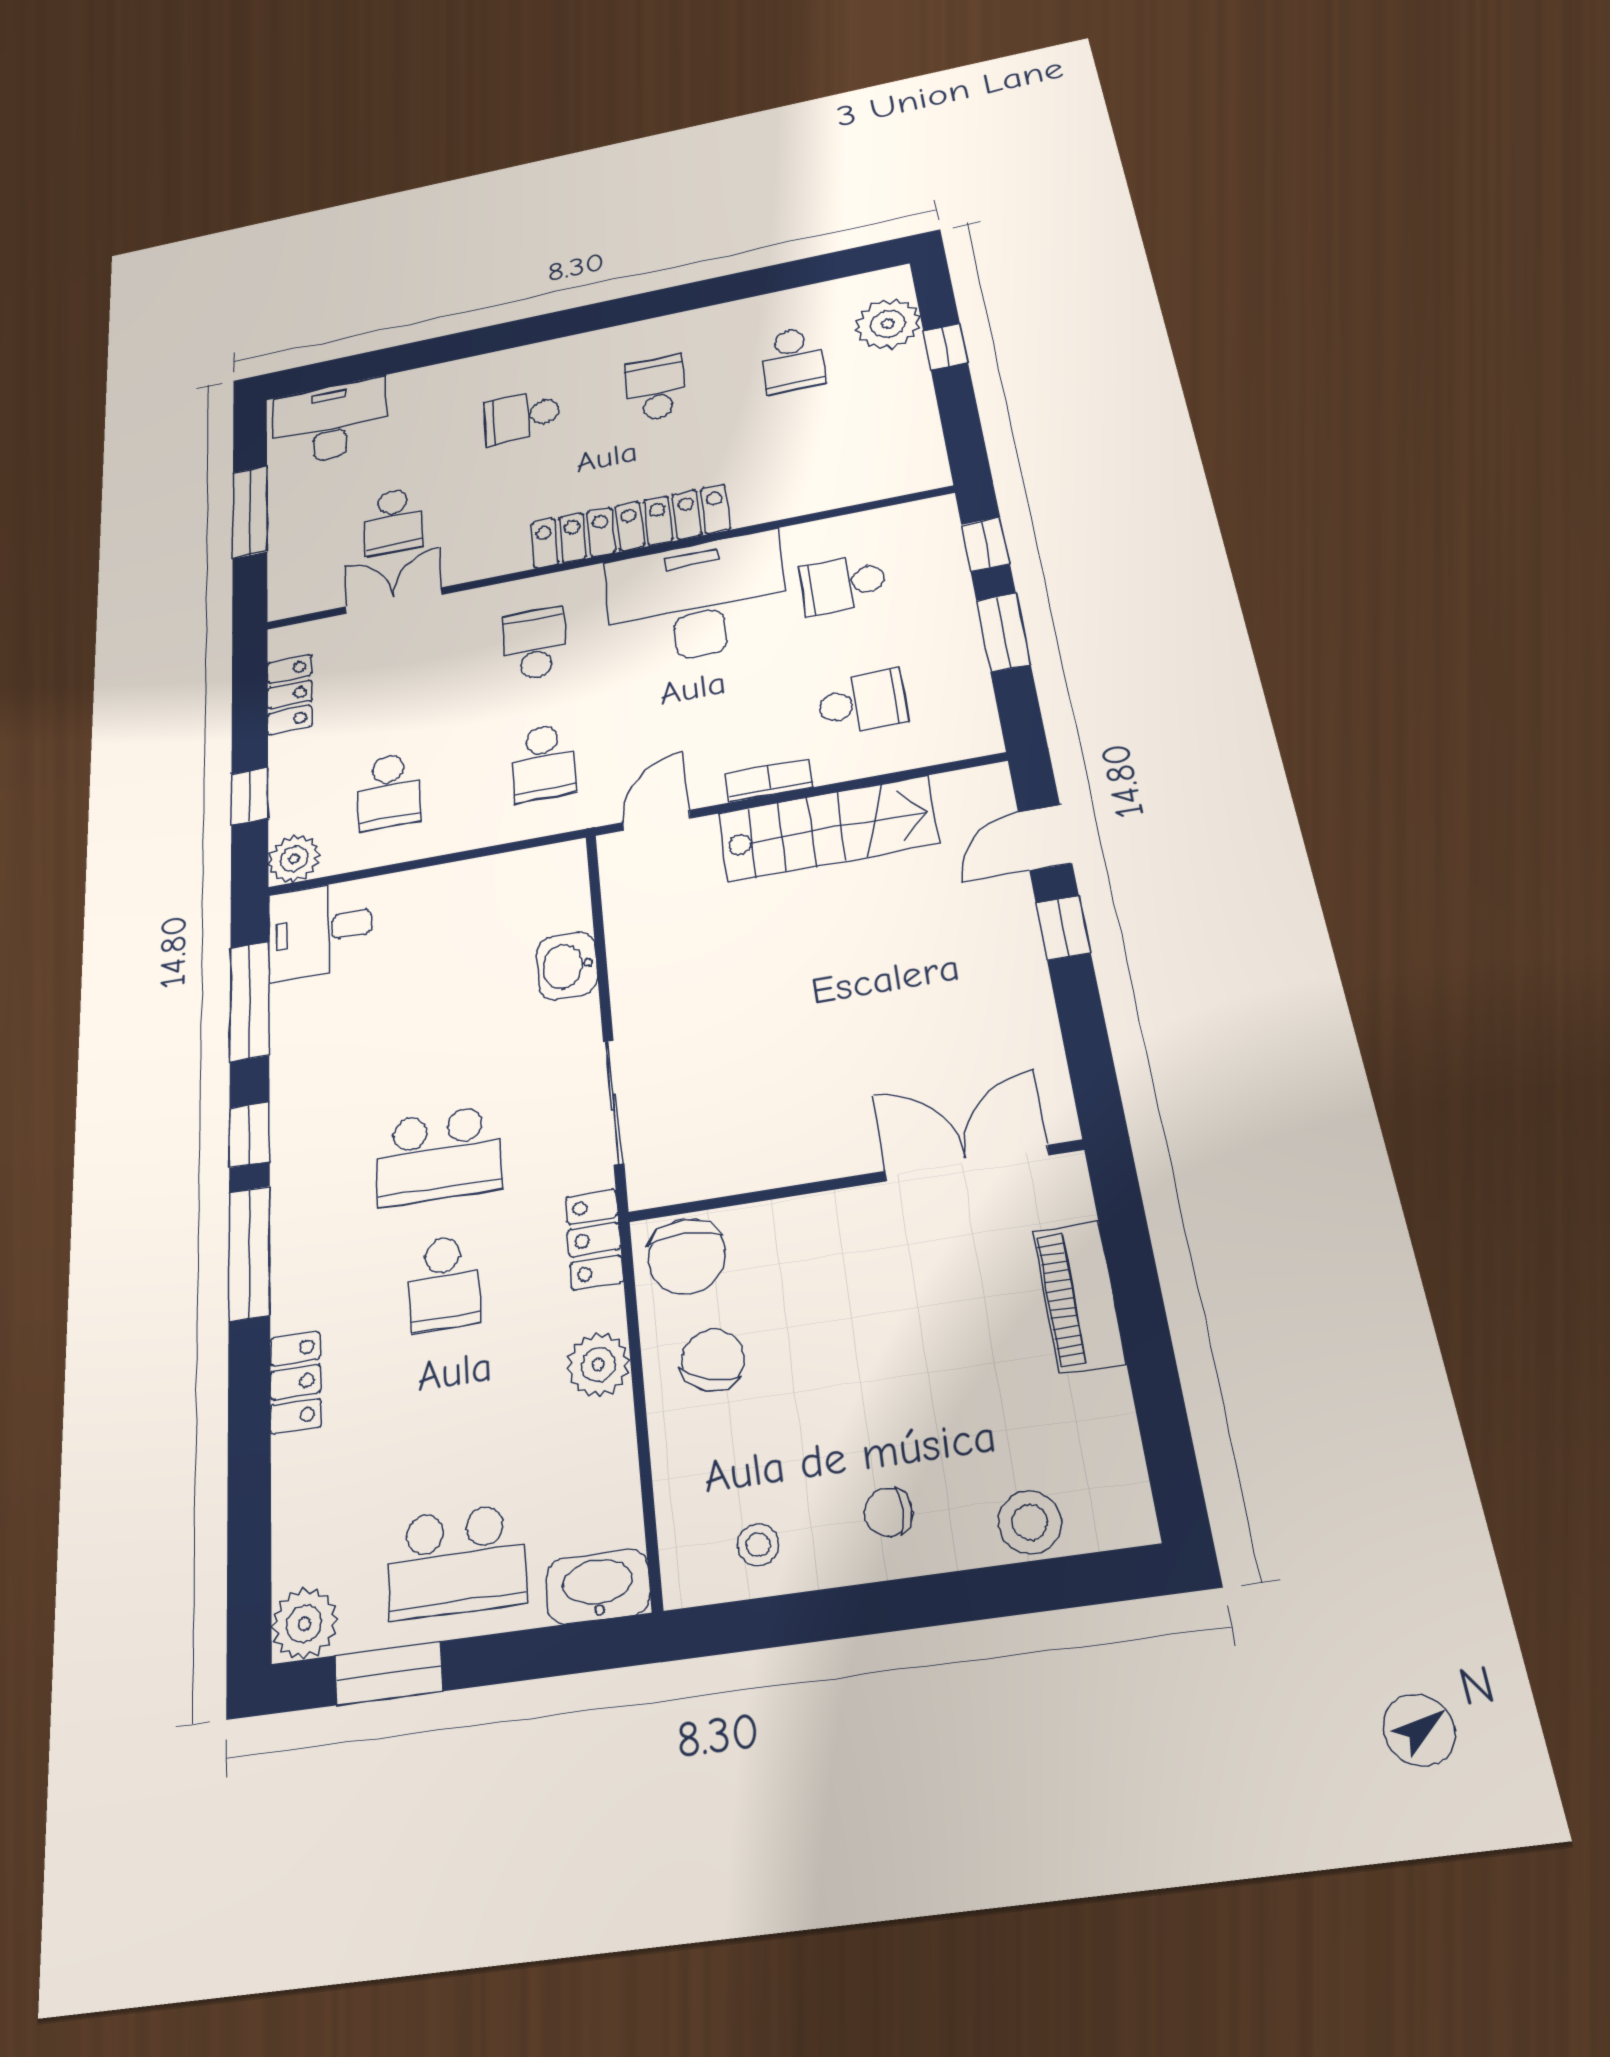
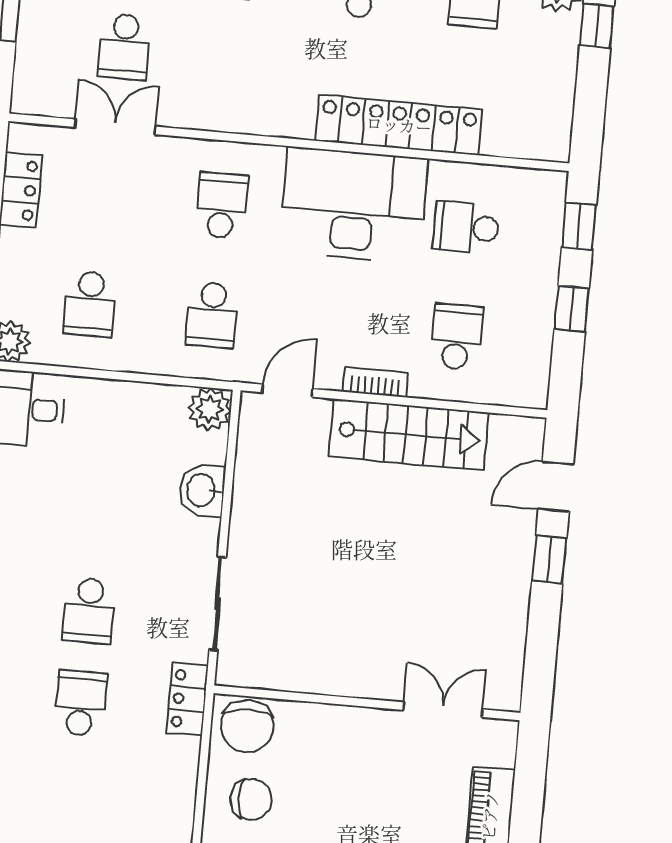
locker: (630, 526) -> (399, 125), moved
window: (1003, 632) -> (572, 309), width x0.67
school desk: (862, 702) -> (456, 337), turned -90
school desk: (438, 1156) -> (89, 611), width x0.54
double door: (966, 1163) -> (443, 710), width x0.73
school desk: (444, 1283) -> (81, 703), turned 180
chair: (713, 1360) -> (251, 799), turned 72
plant: (598, 1365) -> (210, 409), moved

